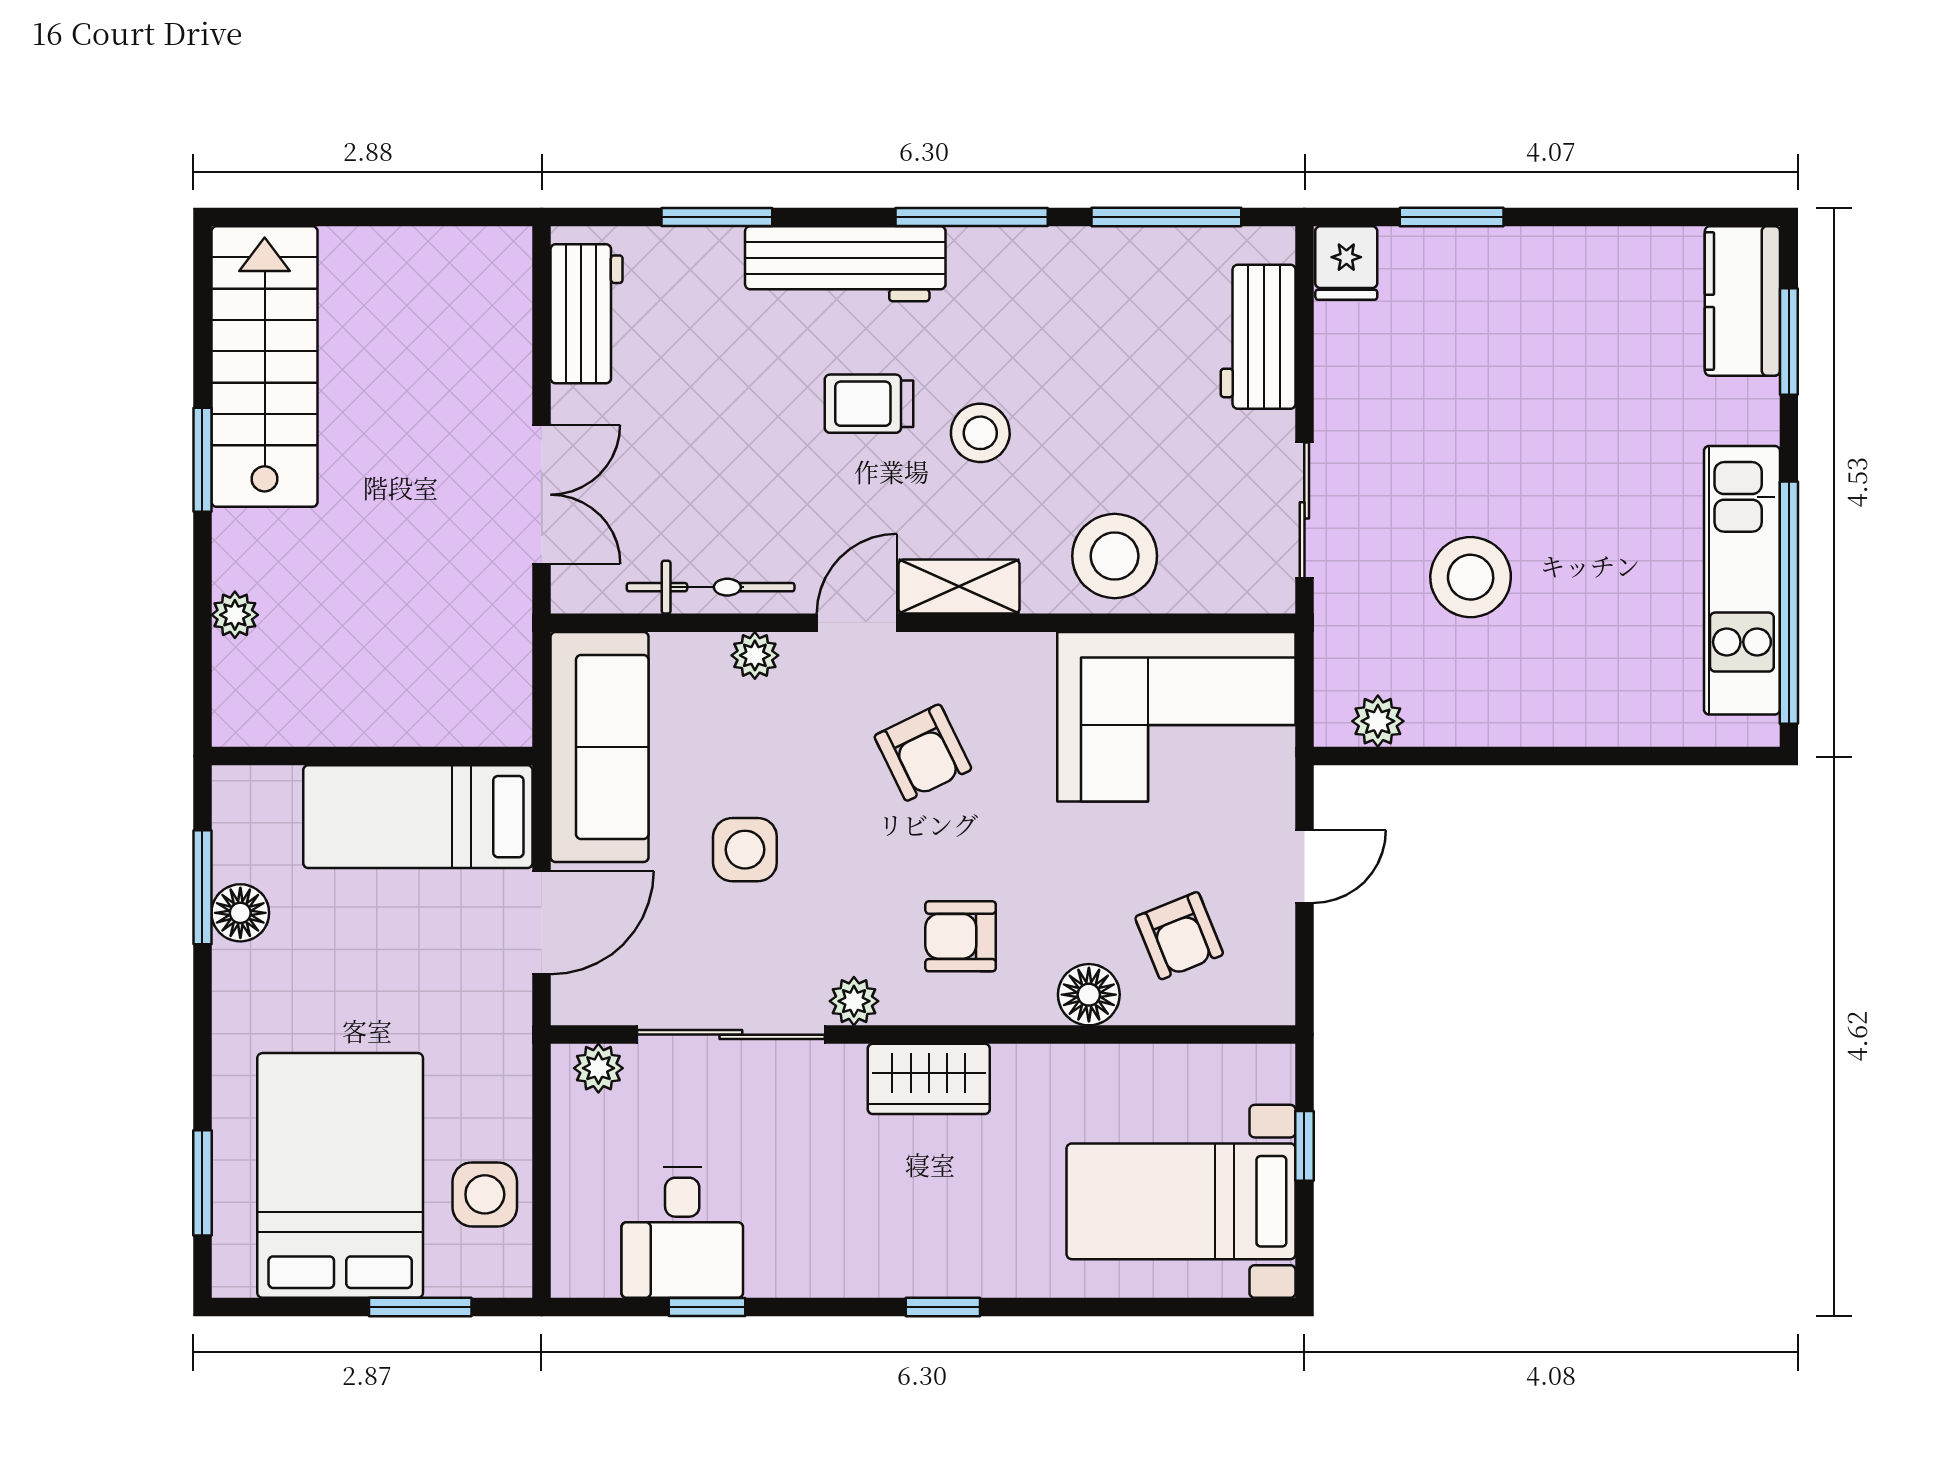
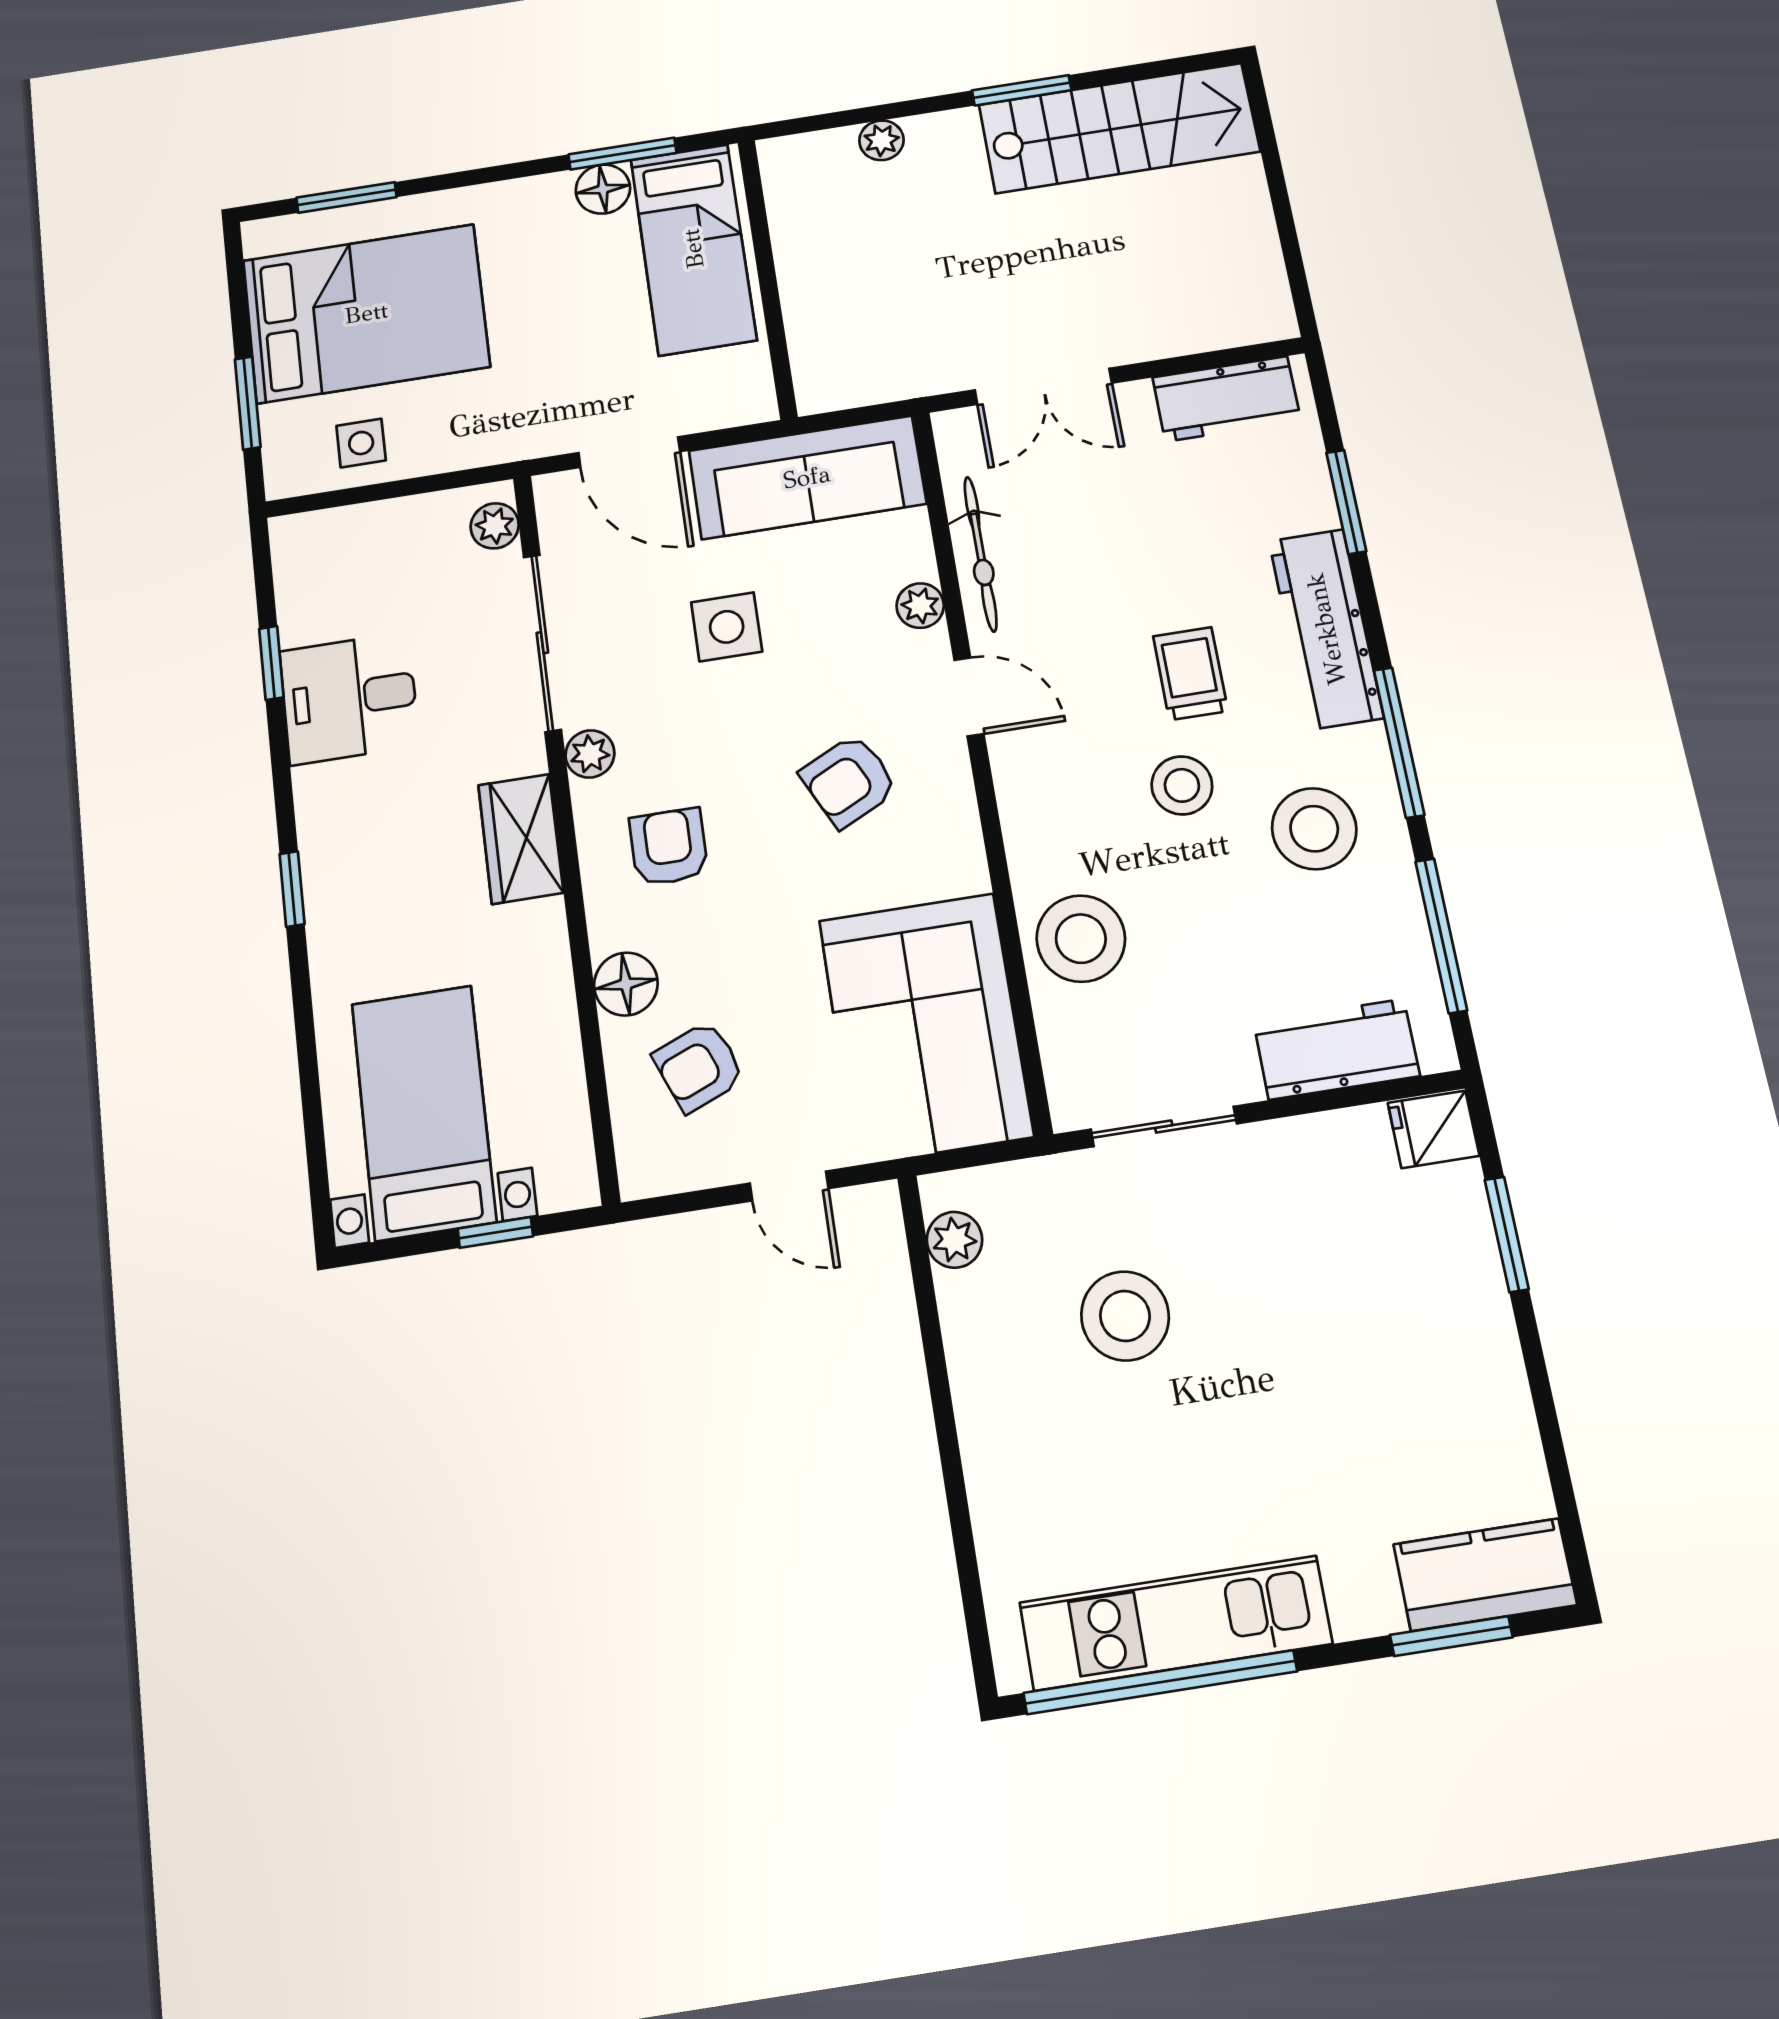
stool: (1044, 315) -> (1314, 829), added
shelving: (959, 587) -> (1022, 789), removed
bed: (418, 817) -> (693, 249), moved, turned 180
side table: (485, 1194) -> (361, 443), width x0.73, depth x0.73
desk: (682, 1233) -> (349, 698), moved

